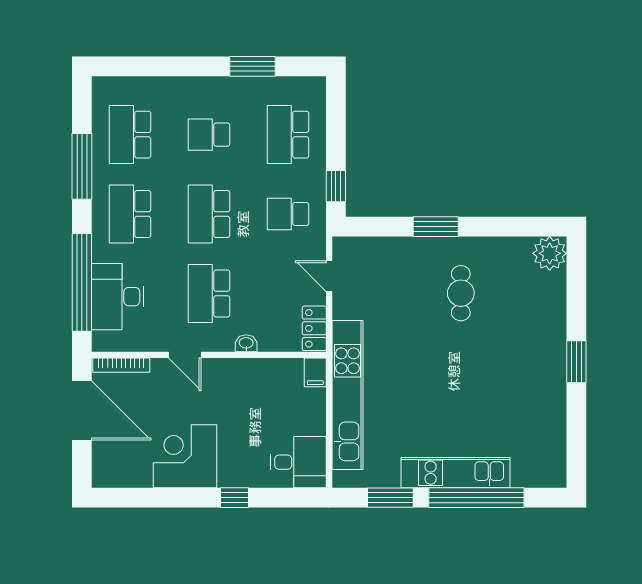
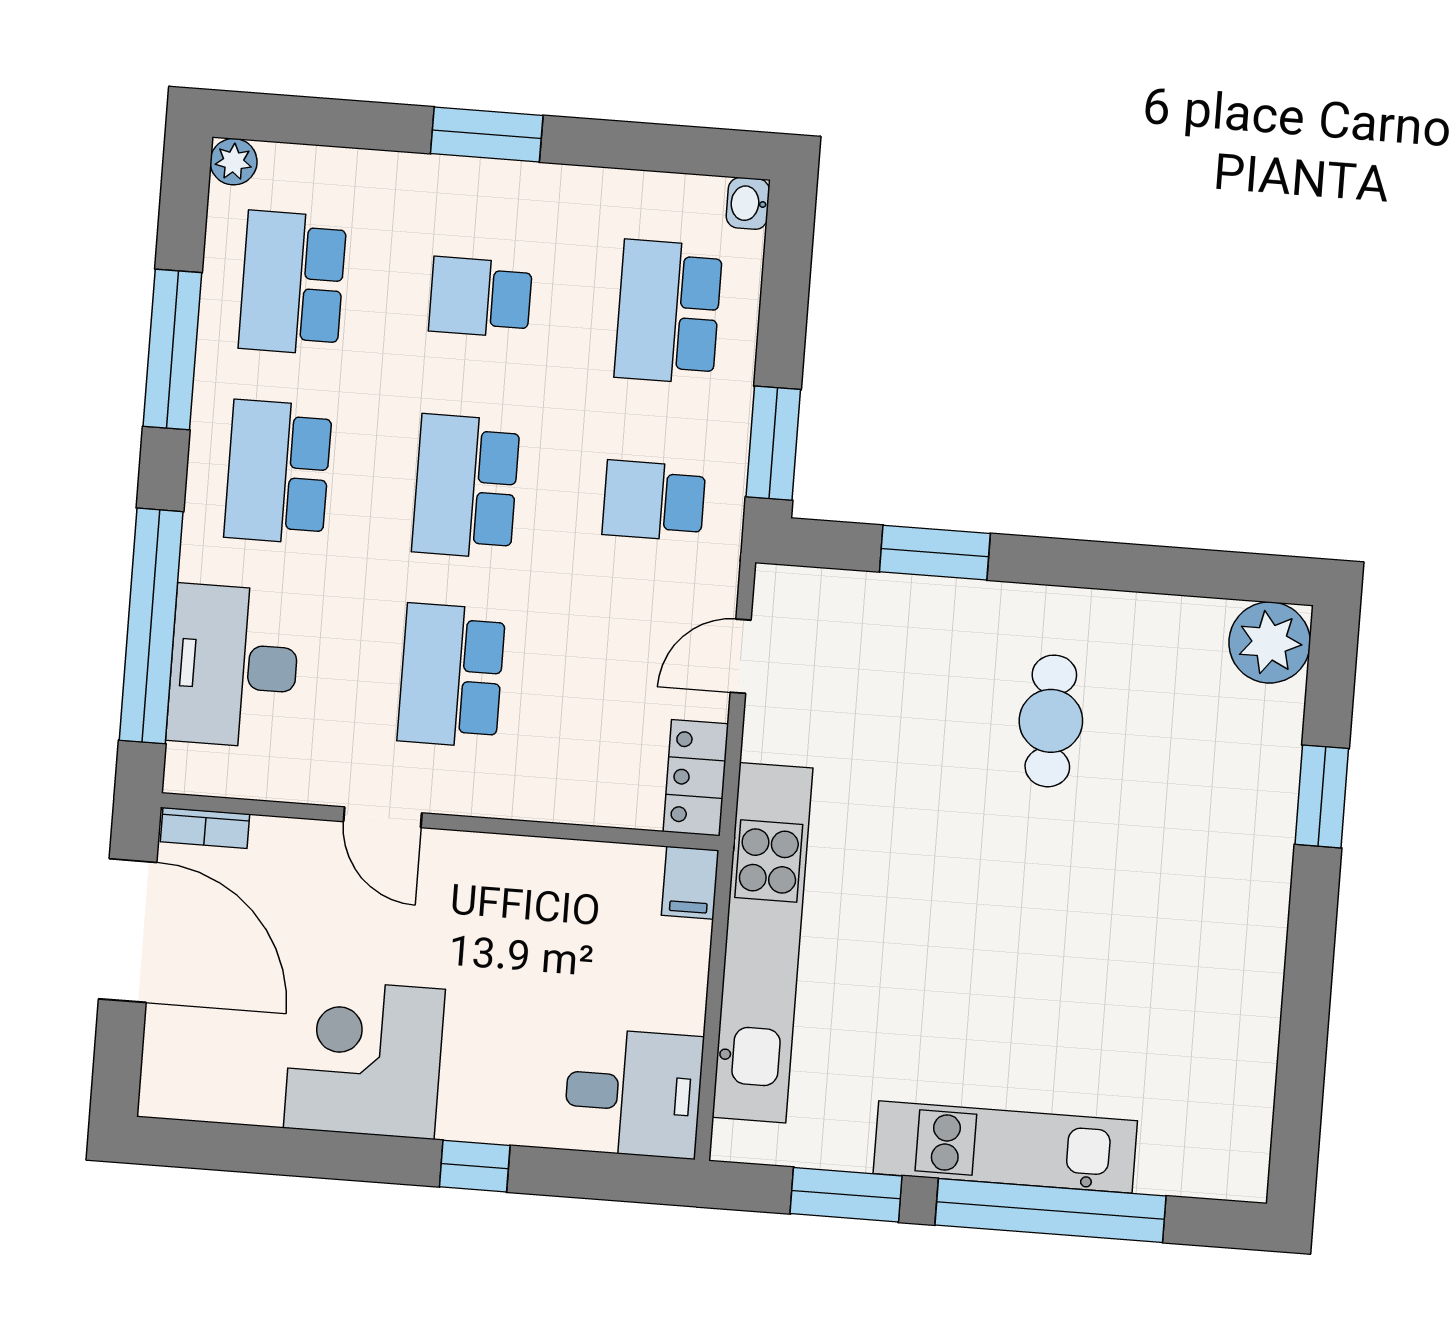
window: (253, 66) -> (487, 134), moved
plant: (101, 86) -> (234, 162), added
window: (336, 186) -> (773, 443), width x1.50
window: (436, 227) -> (935, 553), moved
door: (329, 276) -> (741, 656), hinge flipped
washbasin: (246, 343) -> (748, 203), moved, turned -90
window: (576, 362) -> (1322, 796), moved
bookcase: (121, 365) -> (205, 828), width x0.64

